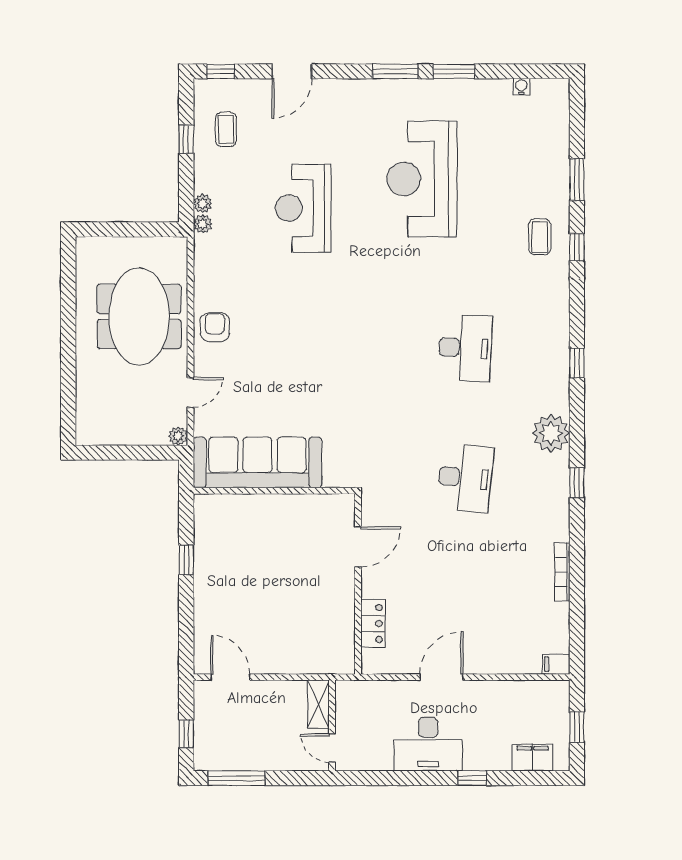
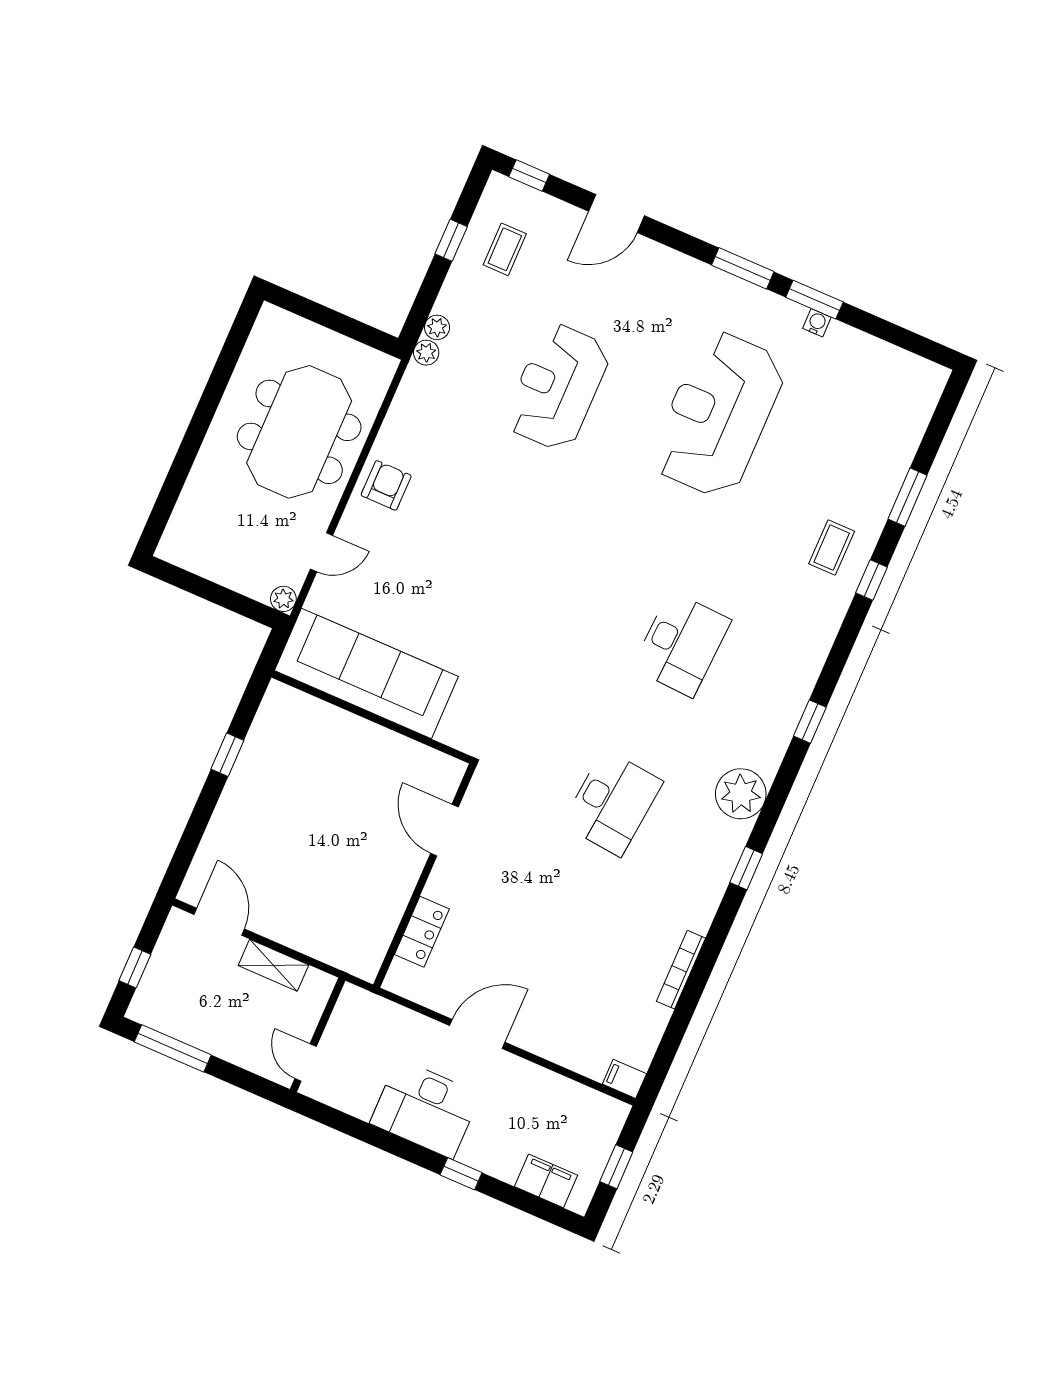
water cooler: (521, 87) -> (817, 323), moved
door: (358, 547) -> (444, 830), swing flipped
shelving: (318, 704) -> (273, 965), moved, turned 90

